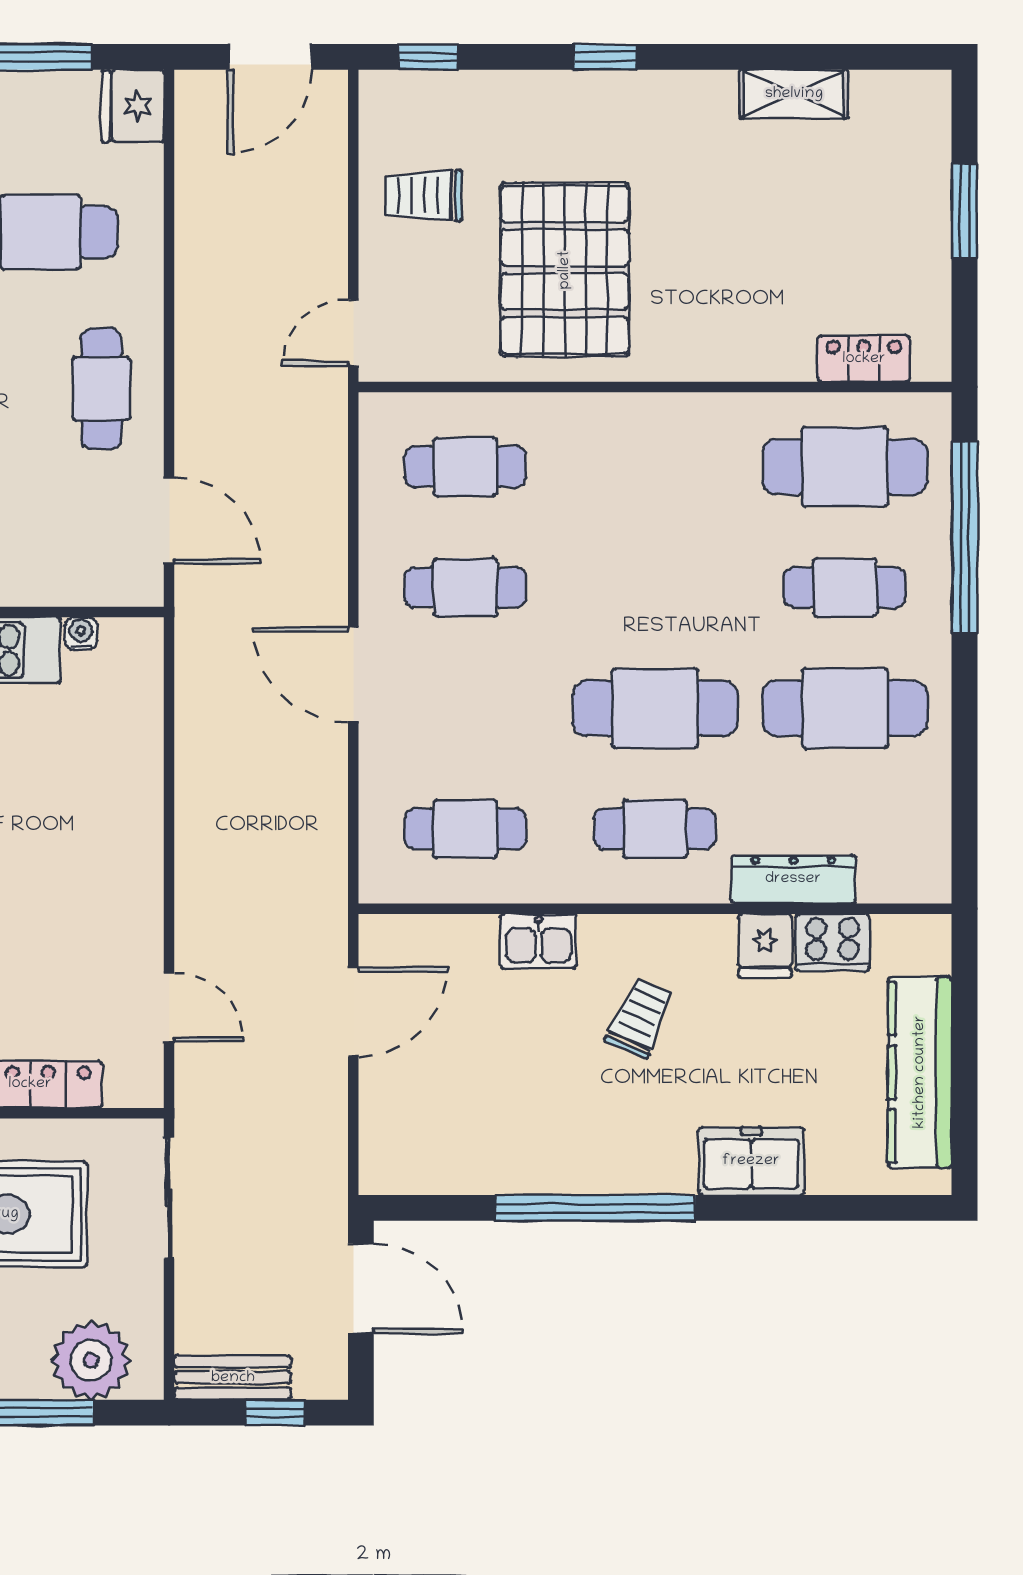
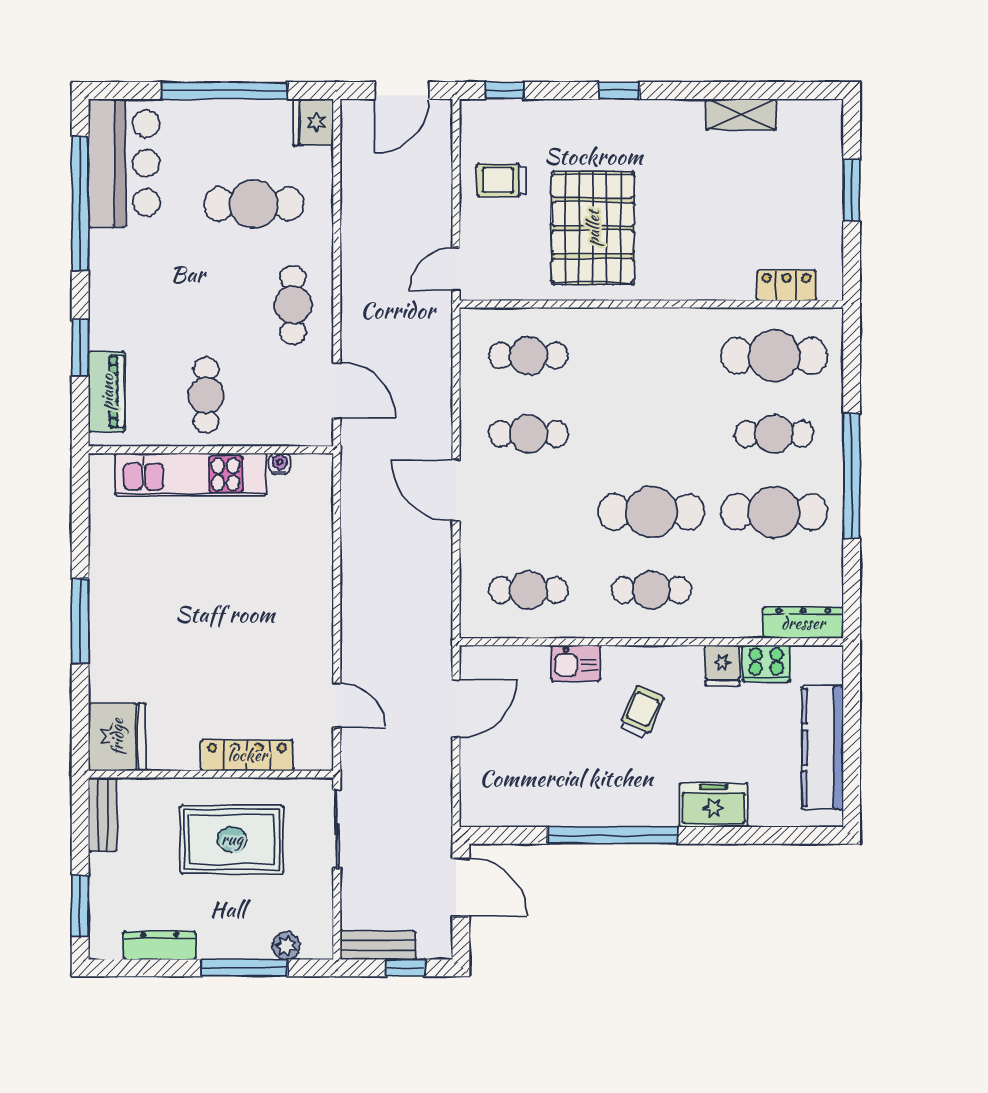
window: (965, 537) -> (852, 476), moved
dresser: (793, 879) -> (803, 623), moved
plant: (91, 1360) -> (286, 946), width x0.53, depth x0.53

